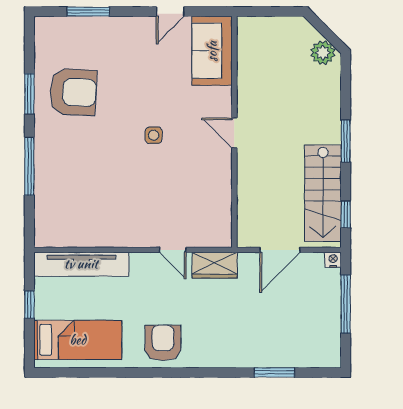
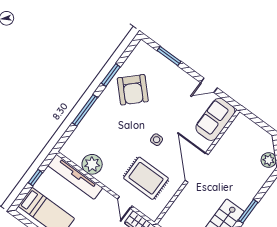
armchair: (73, 92) -> (133, 90), turned 43
door: (234, 133) -> (197, 167), width x1.88
rug: (177, 197) -> (146, 178), added
plant: (92, 231) -> (92, 164), added

